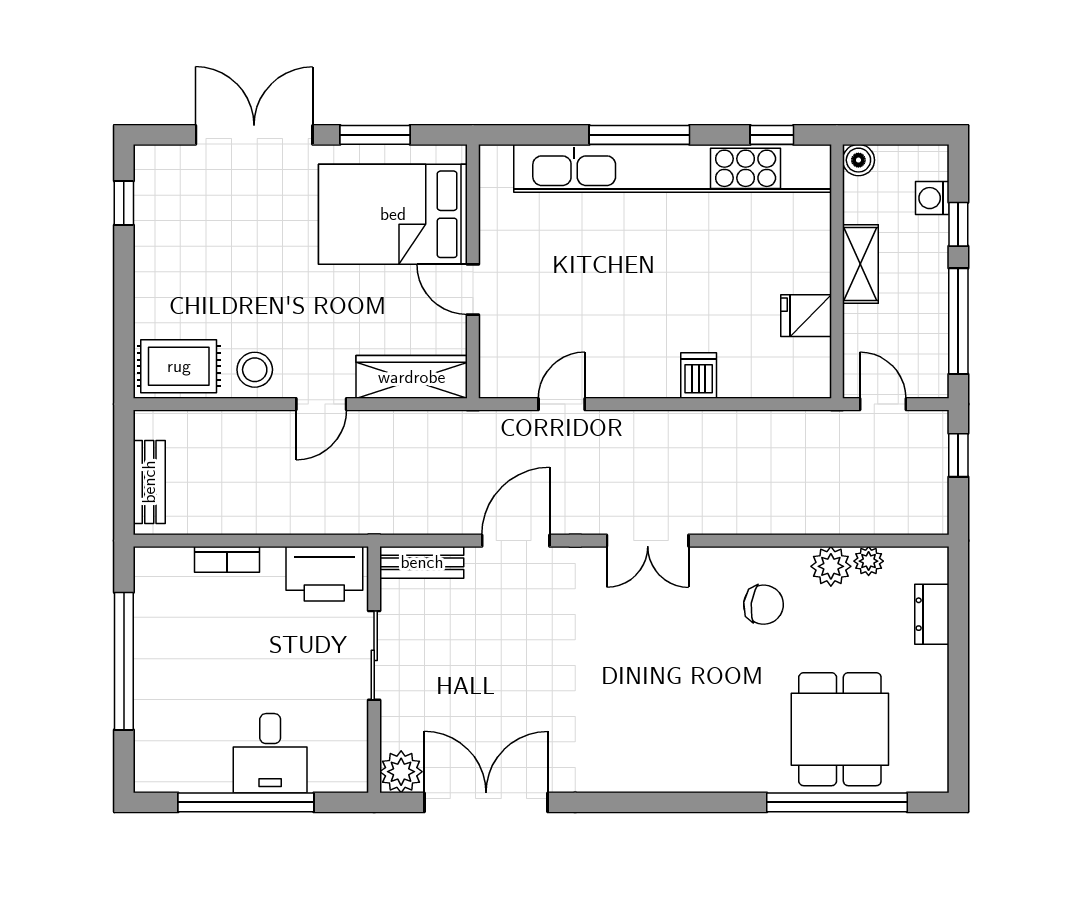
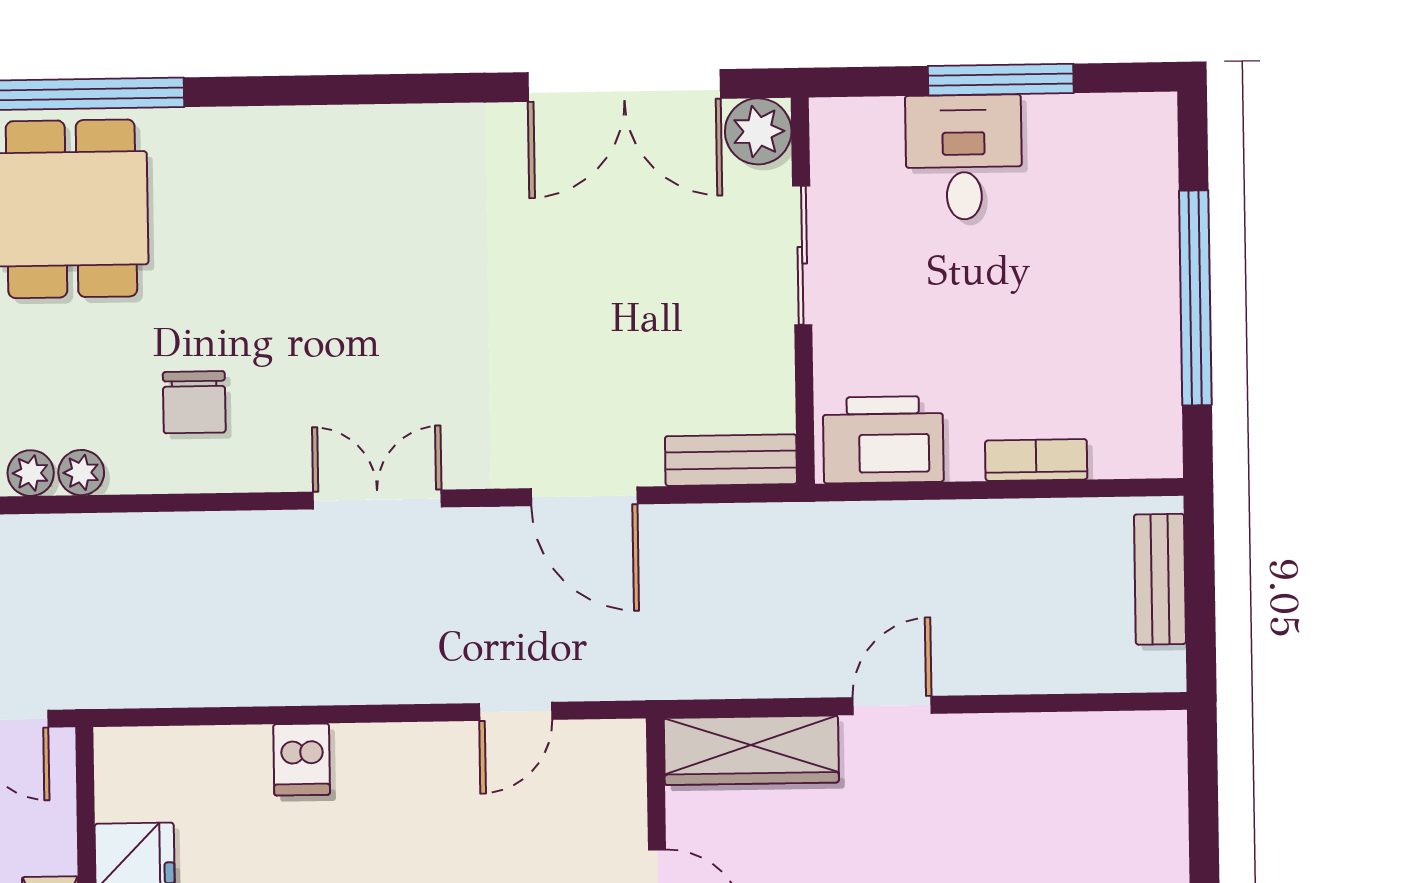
rug: (179, 366) -> (1117, 761), removed
stool: (255, 370) -> (997, 758), removed
door: (516, 541) -> (584, 496), hinge flipped
plant: (831, 566) -> (81, 473), width x0.73, depth x0.73
chair: (764, 605) -> (194, 402), turned -97
sliding door: (374, 655) -> (802, 255), moved
window: (246, 802) -> (1001, 80), width x0.68

